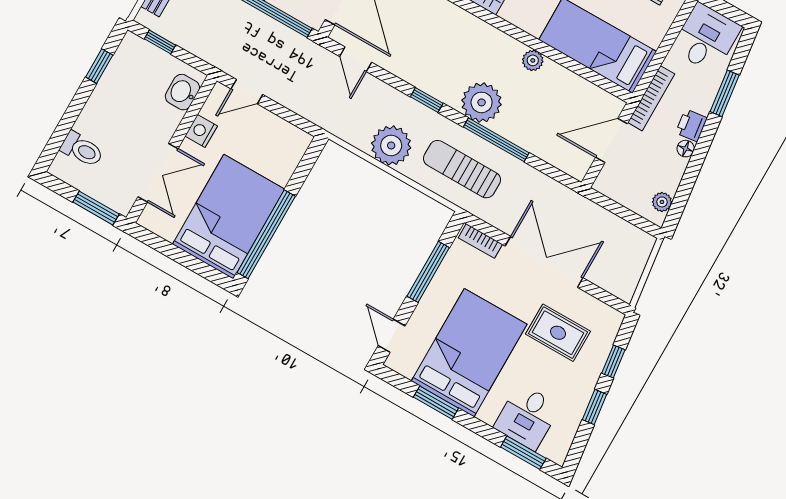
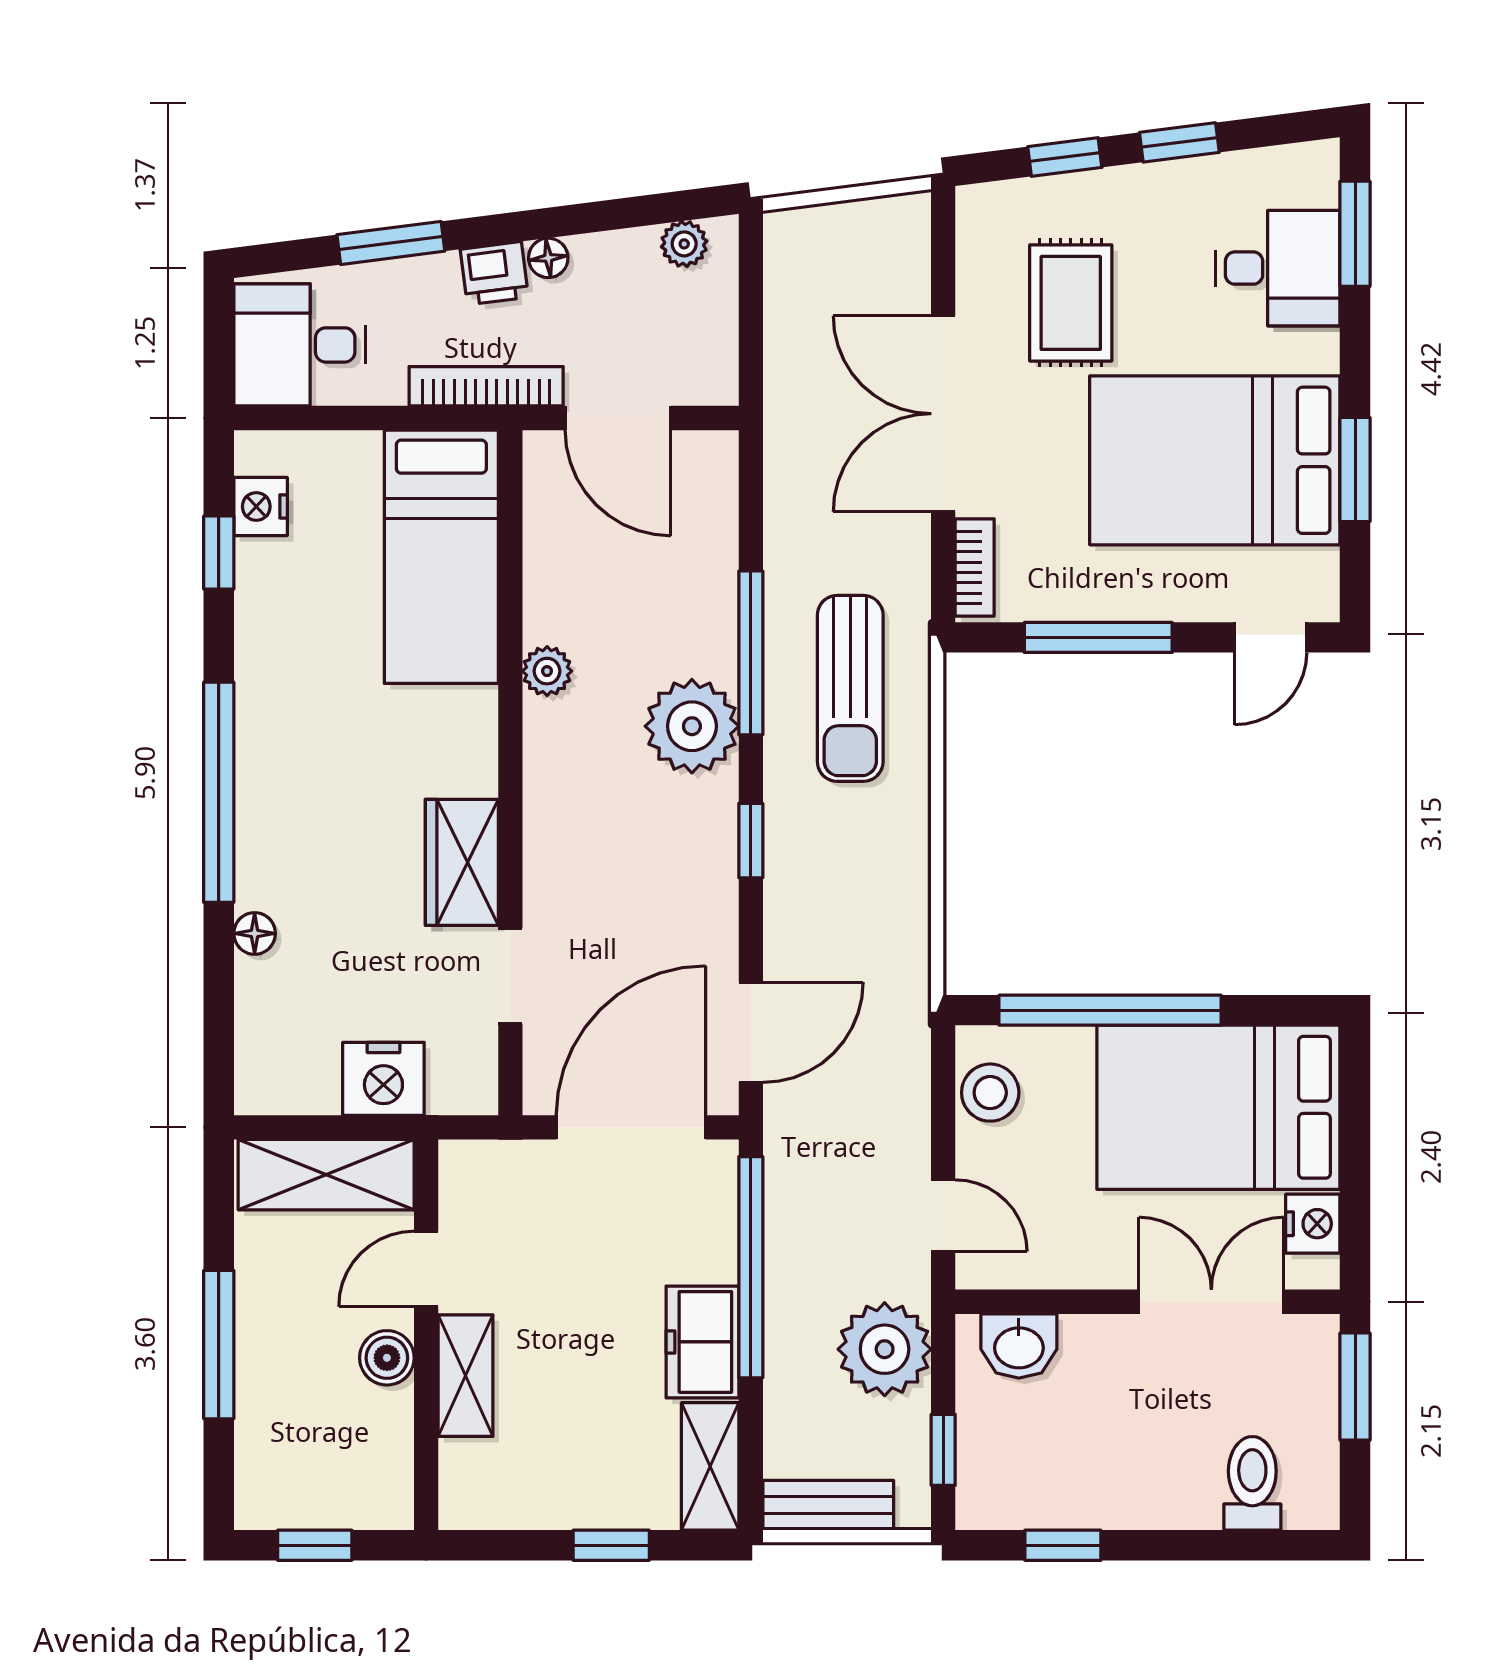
door: (356, 59) -> (751, 1032), width x1.38
nightstand: (201, 131) -> (1313, 1224), moved, turned -90
stool: (282, 135) -> (990, 1093), added
plant: (391, 145) -> (885, 1349), moved
window: (266, 234) -> (1110, 1010), moved

